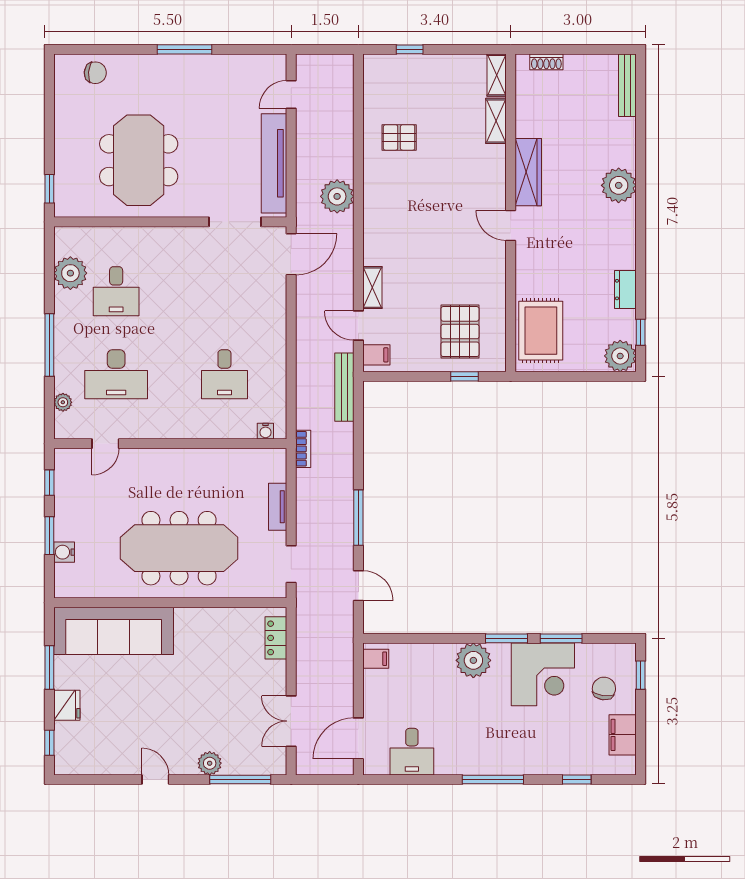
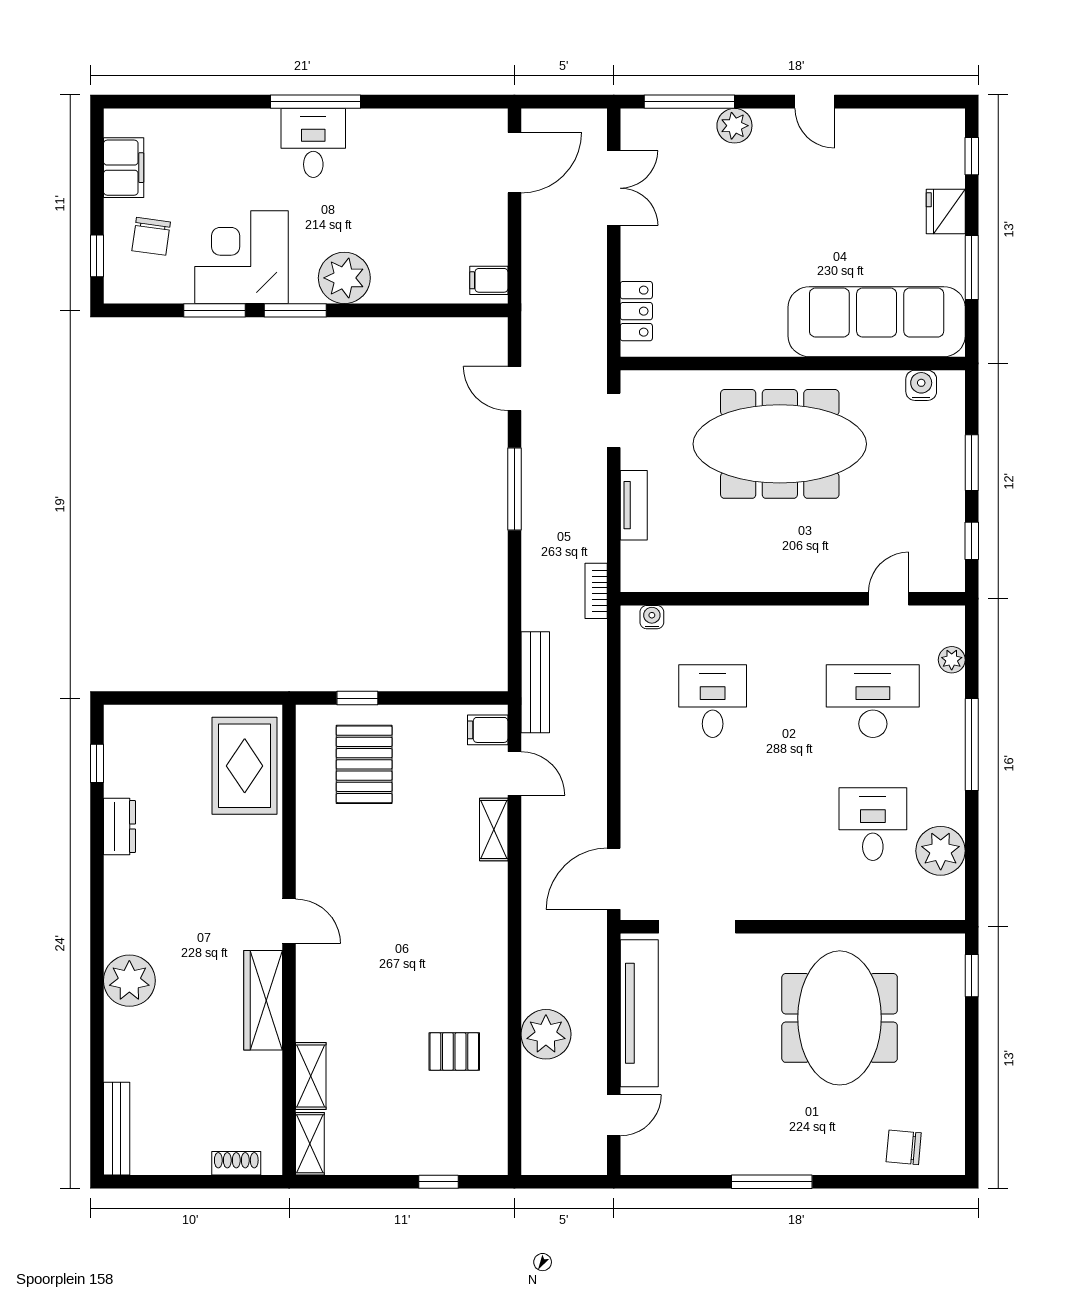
plant: (337, 196) -> (546, 1034), moved
plant: (620, 356) -> (127, 728), removed
water cooler: (64, 552) -> (921, 385), moved, turned -90
desk: (412, 752) -> (313, 143), moved
window: (577, 780) -> (191, 102), removed

